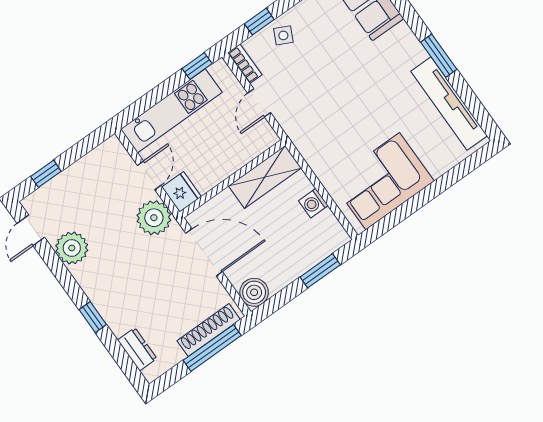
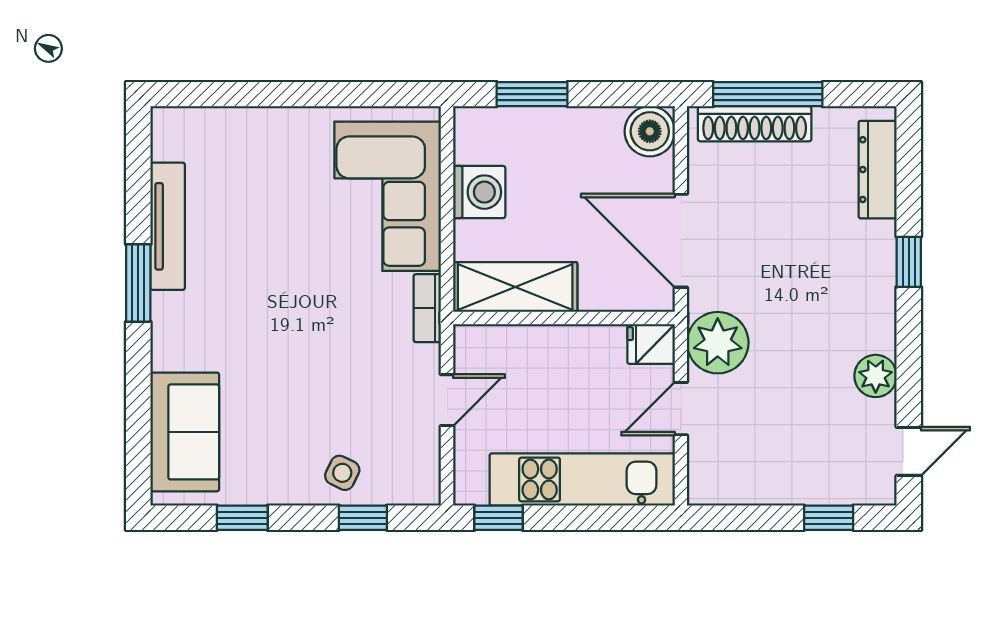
bookcase: (245, 64) -> (427, 308), moved
tv unit: (449, 103) -> (168, 226), width x0.73, depth x0.78
corner sofa: (383, 181) -> (388, 196), moved, turned 90
fridge: (181, 192) -> (651, 344), width x0.72
washing machine: (313, 203) -> (479, 192), width x1.38, depth x1.38
plant: (72, 248) -> (876, 376), width x0.73, depth x0.73
dresser: (137, 349) -> (878, 170), width x1.44

